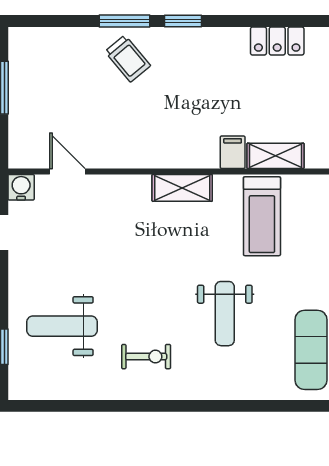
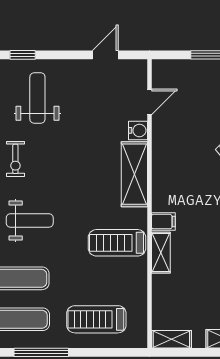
water cooler: (21, 187) -> (138, 130), moved
shelving: (182, 188) -> (134, 174), width x1.50, depth x1.33
weight bench: (225, 314) -> (30, 220), moved, turned 180

